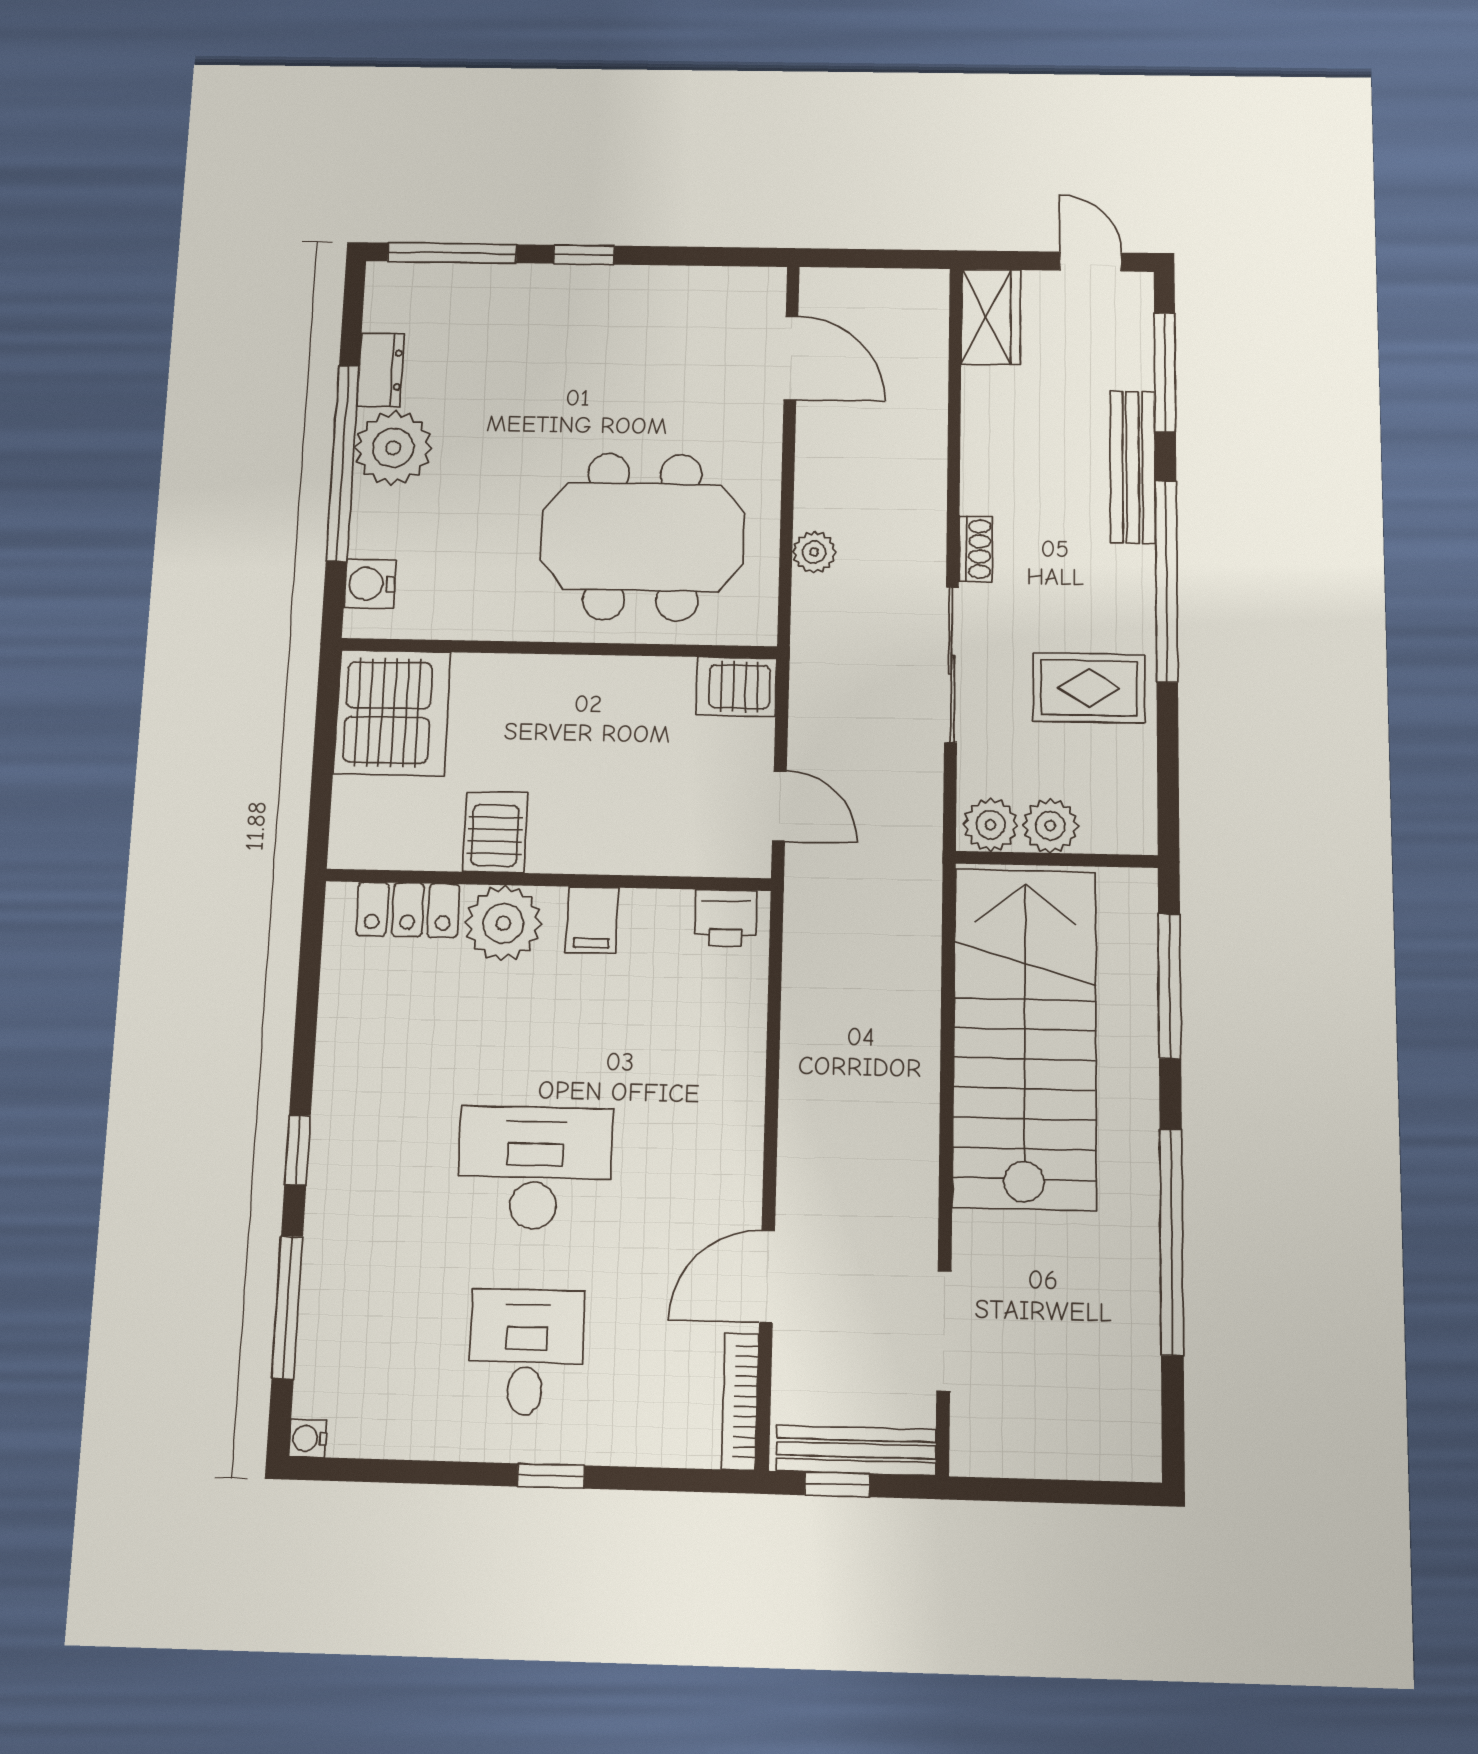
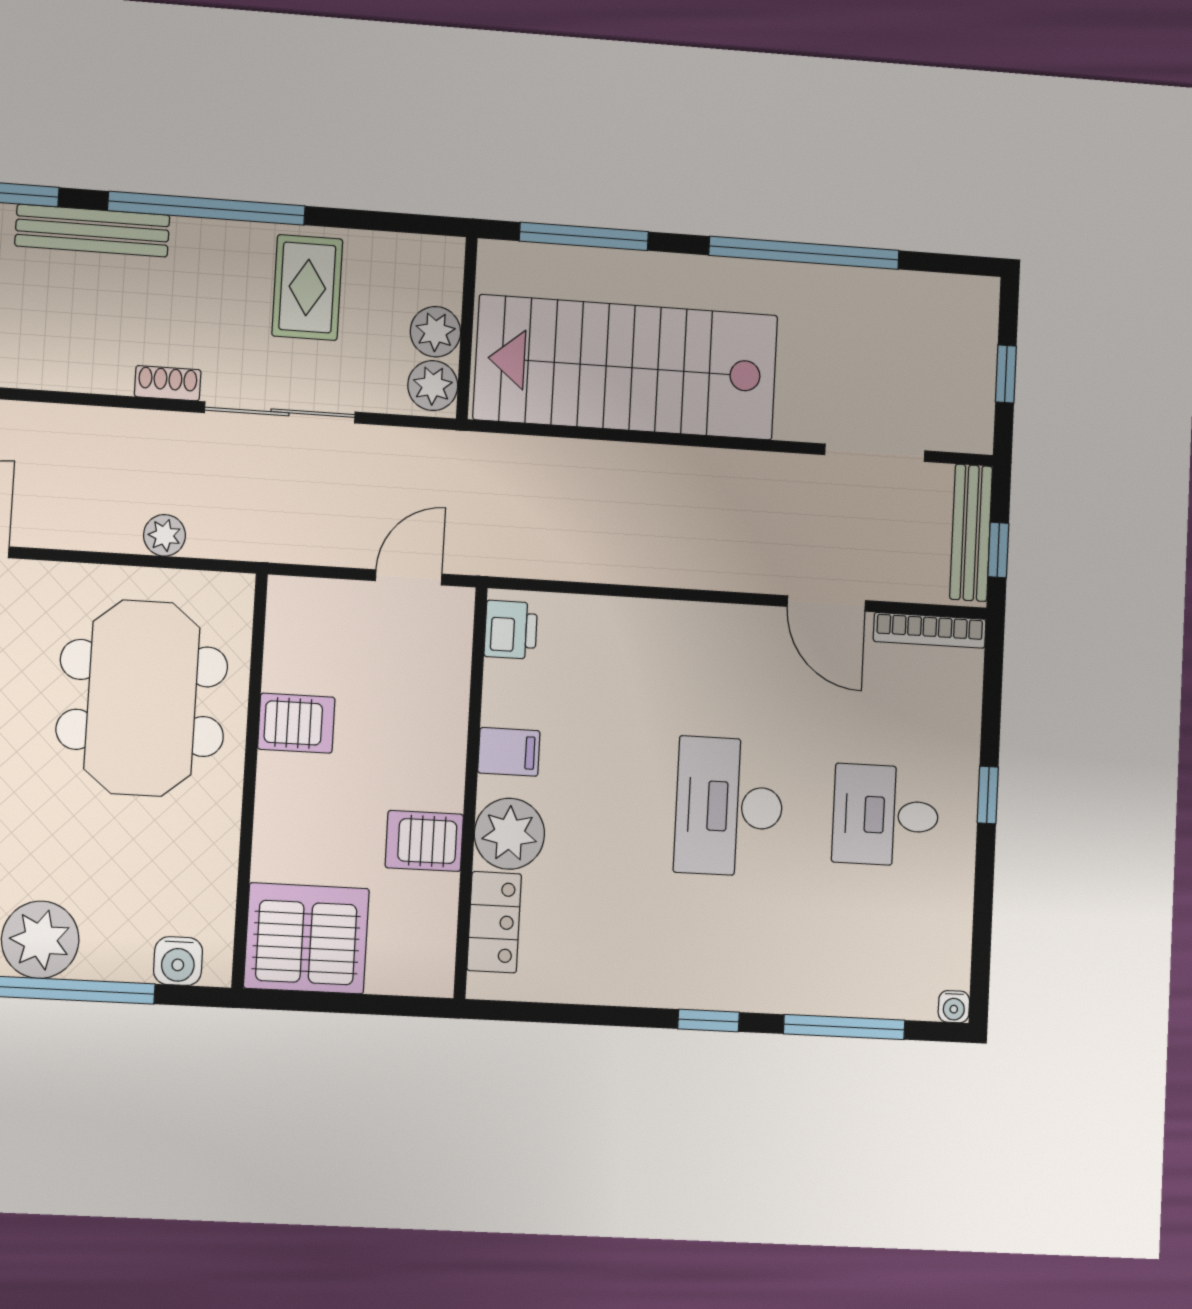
server rack: (736, 687) -> (296, 723), moved, turned -90
window: (1046, 1491) -> (1006, 374), added

